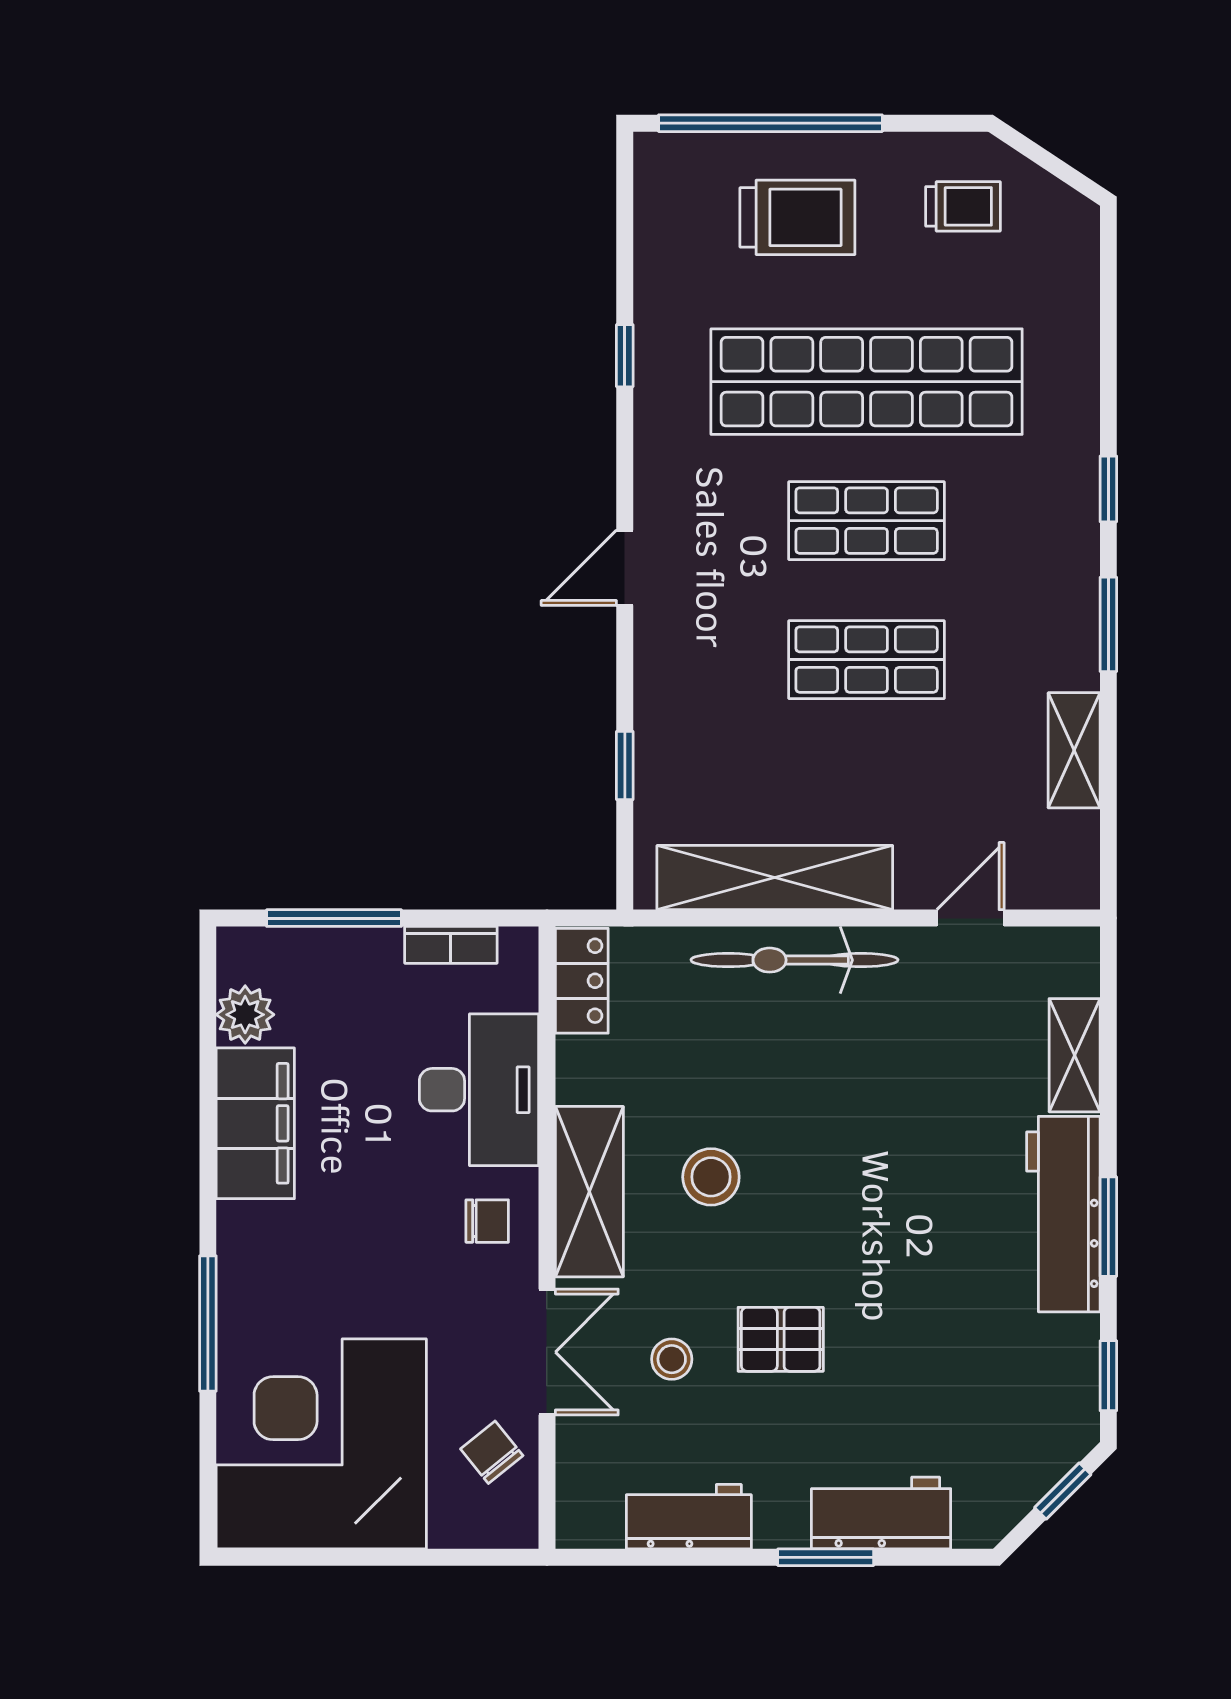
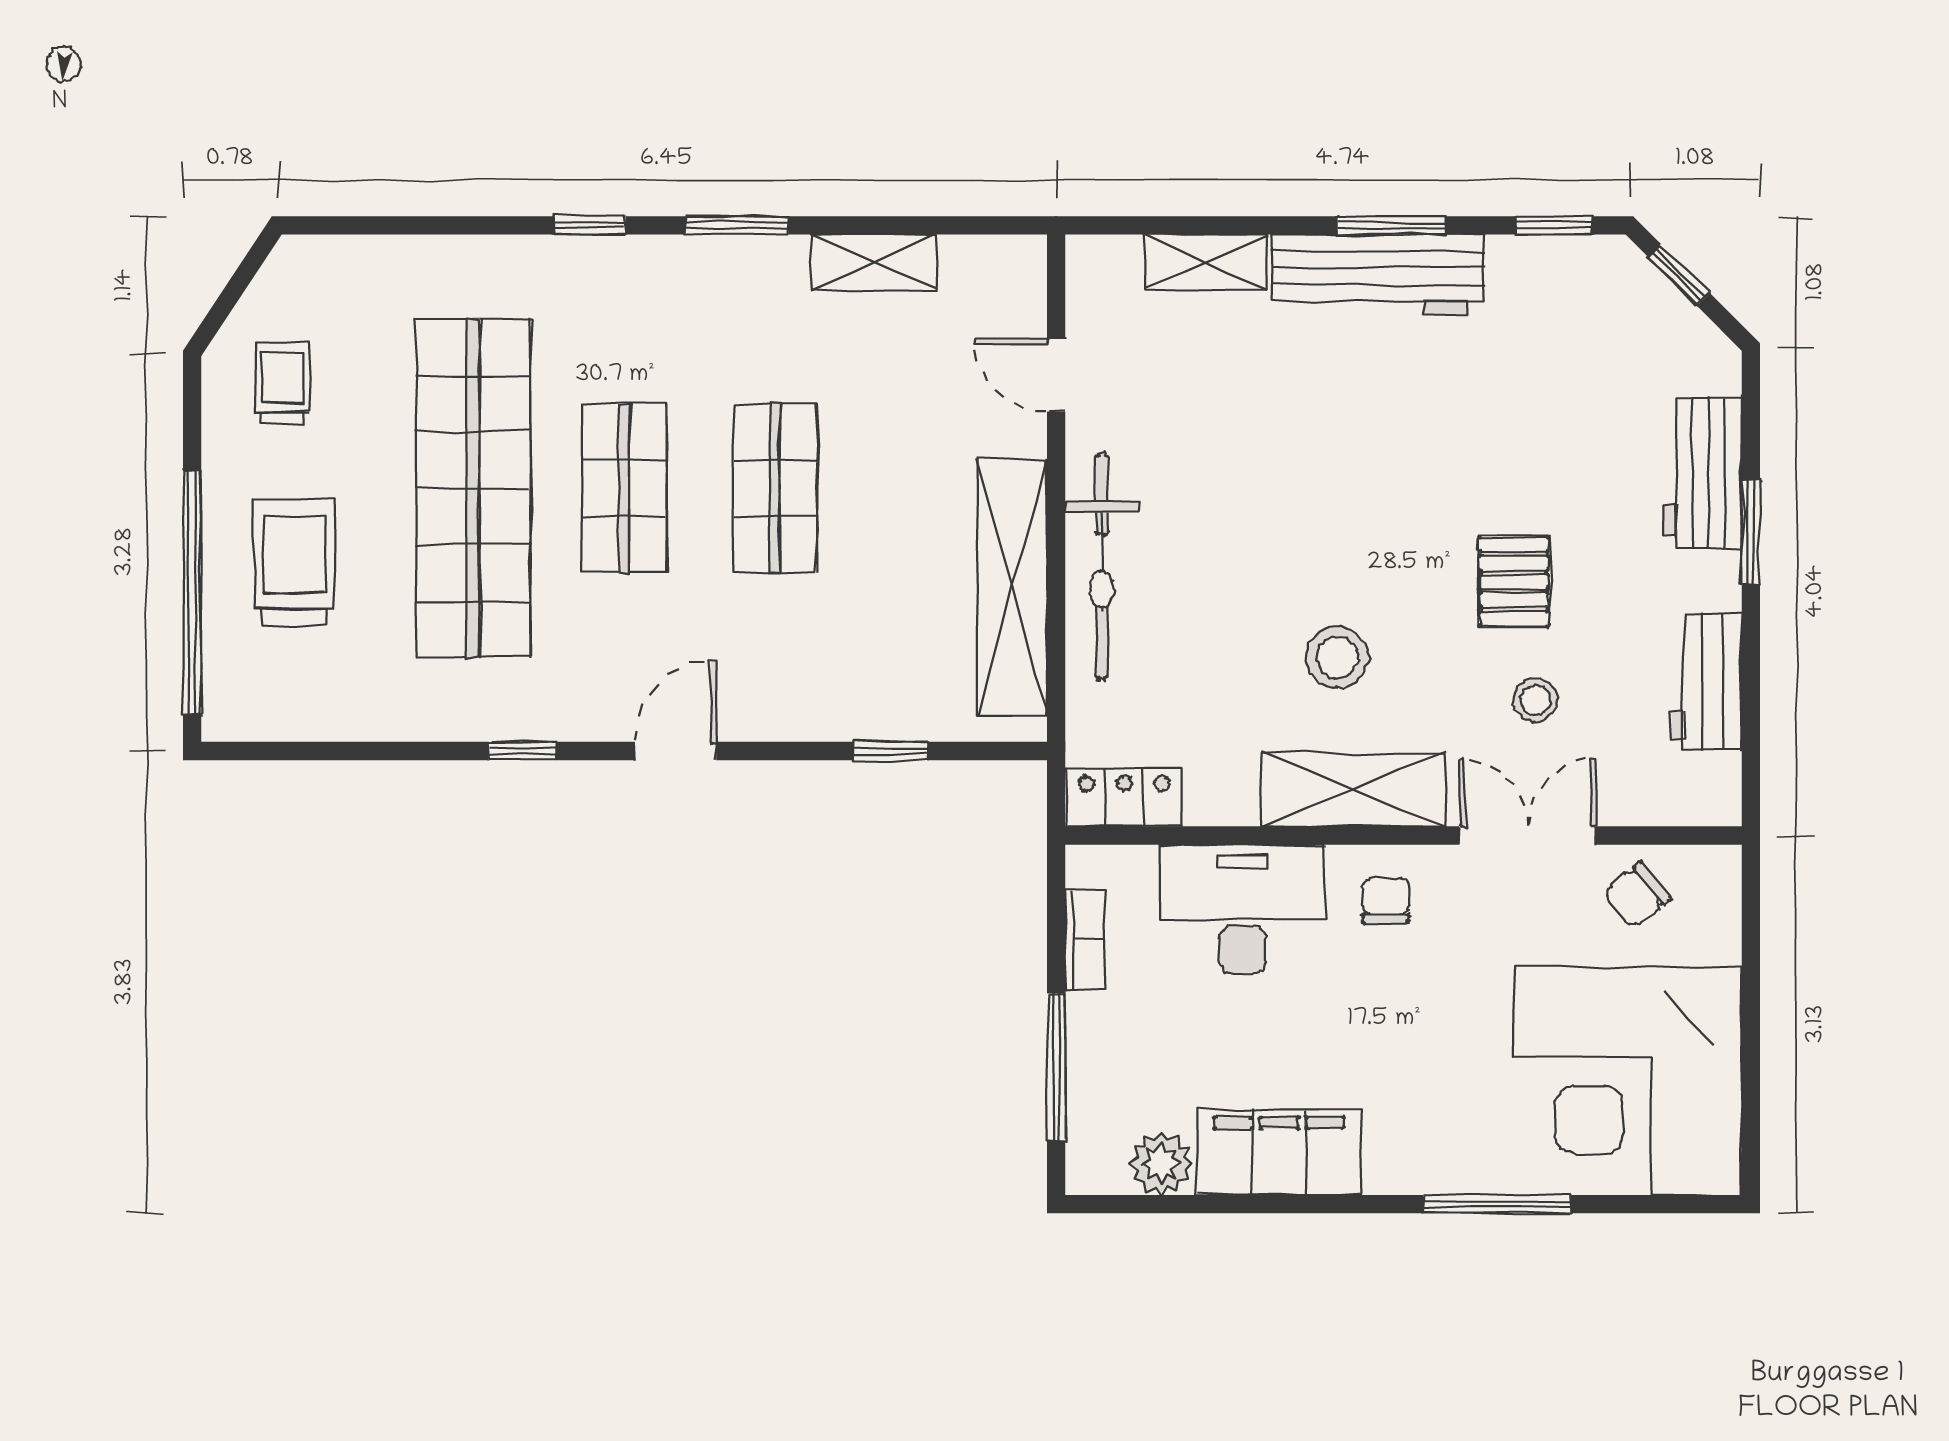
window: (625, 356) -> (523, 751), moved
door: (625, 568) -> (675, 751), swing flipped

